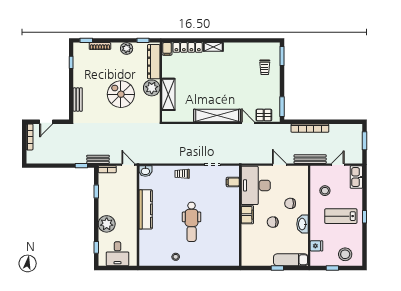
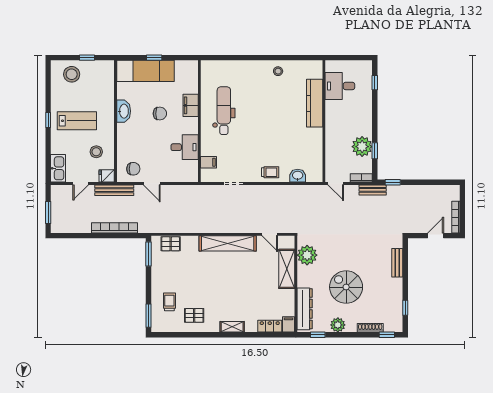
locker: (188, 47) -> (270, 326), width x0.66
pallet: (244, 56) -> (194, 315), added
plant: (152, 88) -> (307, 255), moved
spiral stairs: (121, 94) -> (346, 287), moved, turned 180
door: (248, 123) -> (270, 234), moved
washbasin: (145, 171) -> (298, 176), moved
desk: (256, 185) -> (185, 147), width x0.53, depth x0.77
chair: (290, 203) -> (133, 169), moved
kitchen counter: (146, 209) -> (315, 103), moved
filing cabinet: (247, 215) -> (191, 105), moved
dental chair: (192, 222) -> (224, 111), moved
plant: (107, 224) -> (362, 147), moved
fridge: (316, 246) -> (107, 176), moved
desk: (117, 254) -> (340, 86), moved, turned -90
exam couch: (291, 260) -> (145, 71), width x1.36, depth x1.45

